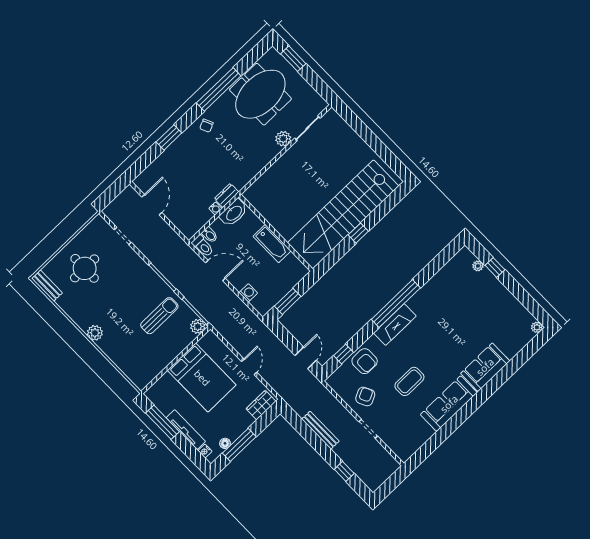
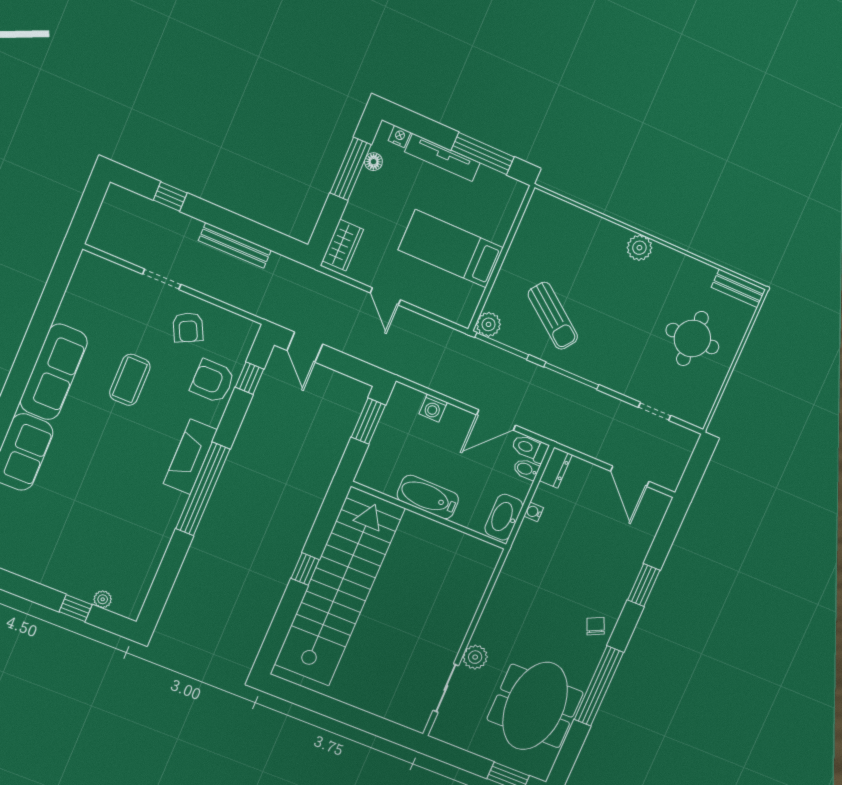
dresser: (227, 195) -> (556, 468), moved
sun lounger: (159, 316) -> (553, 316), turned -53
bed: (202, 378) -> (451, 249), width x0.67

